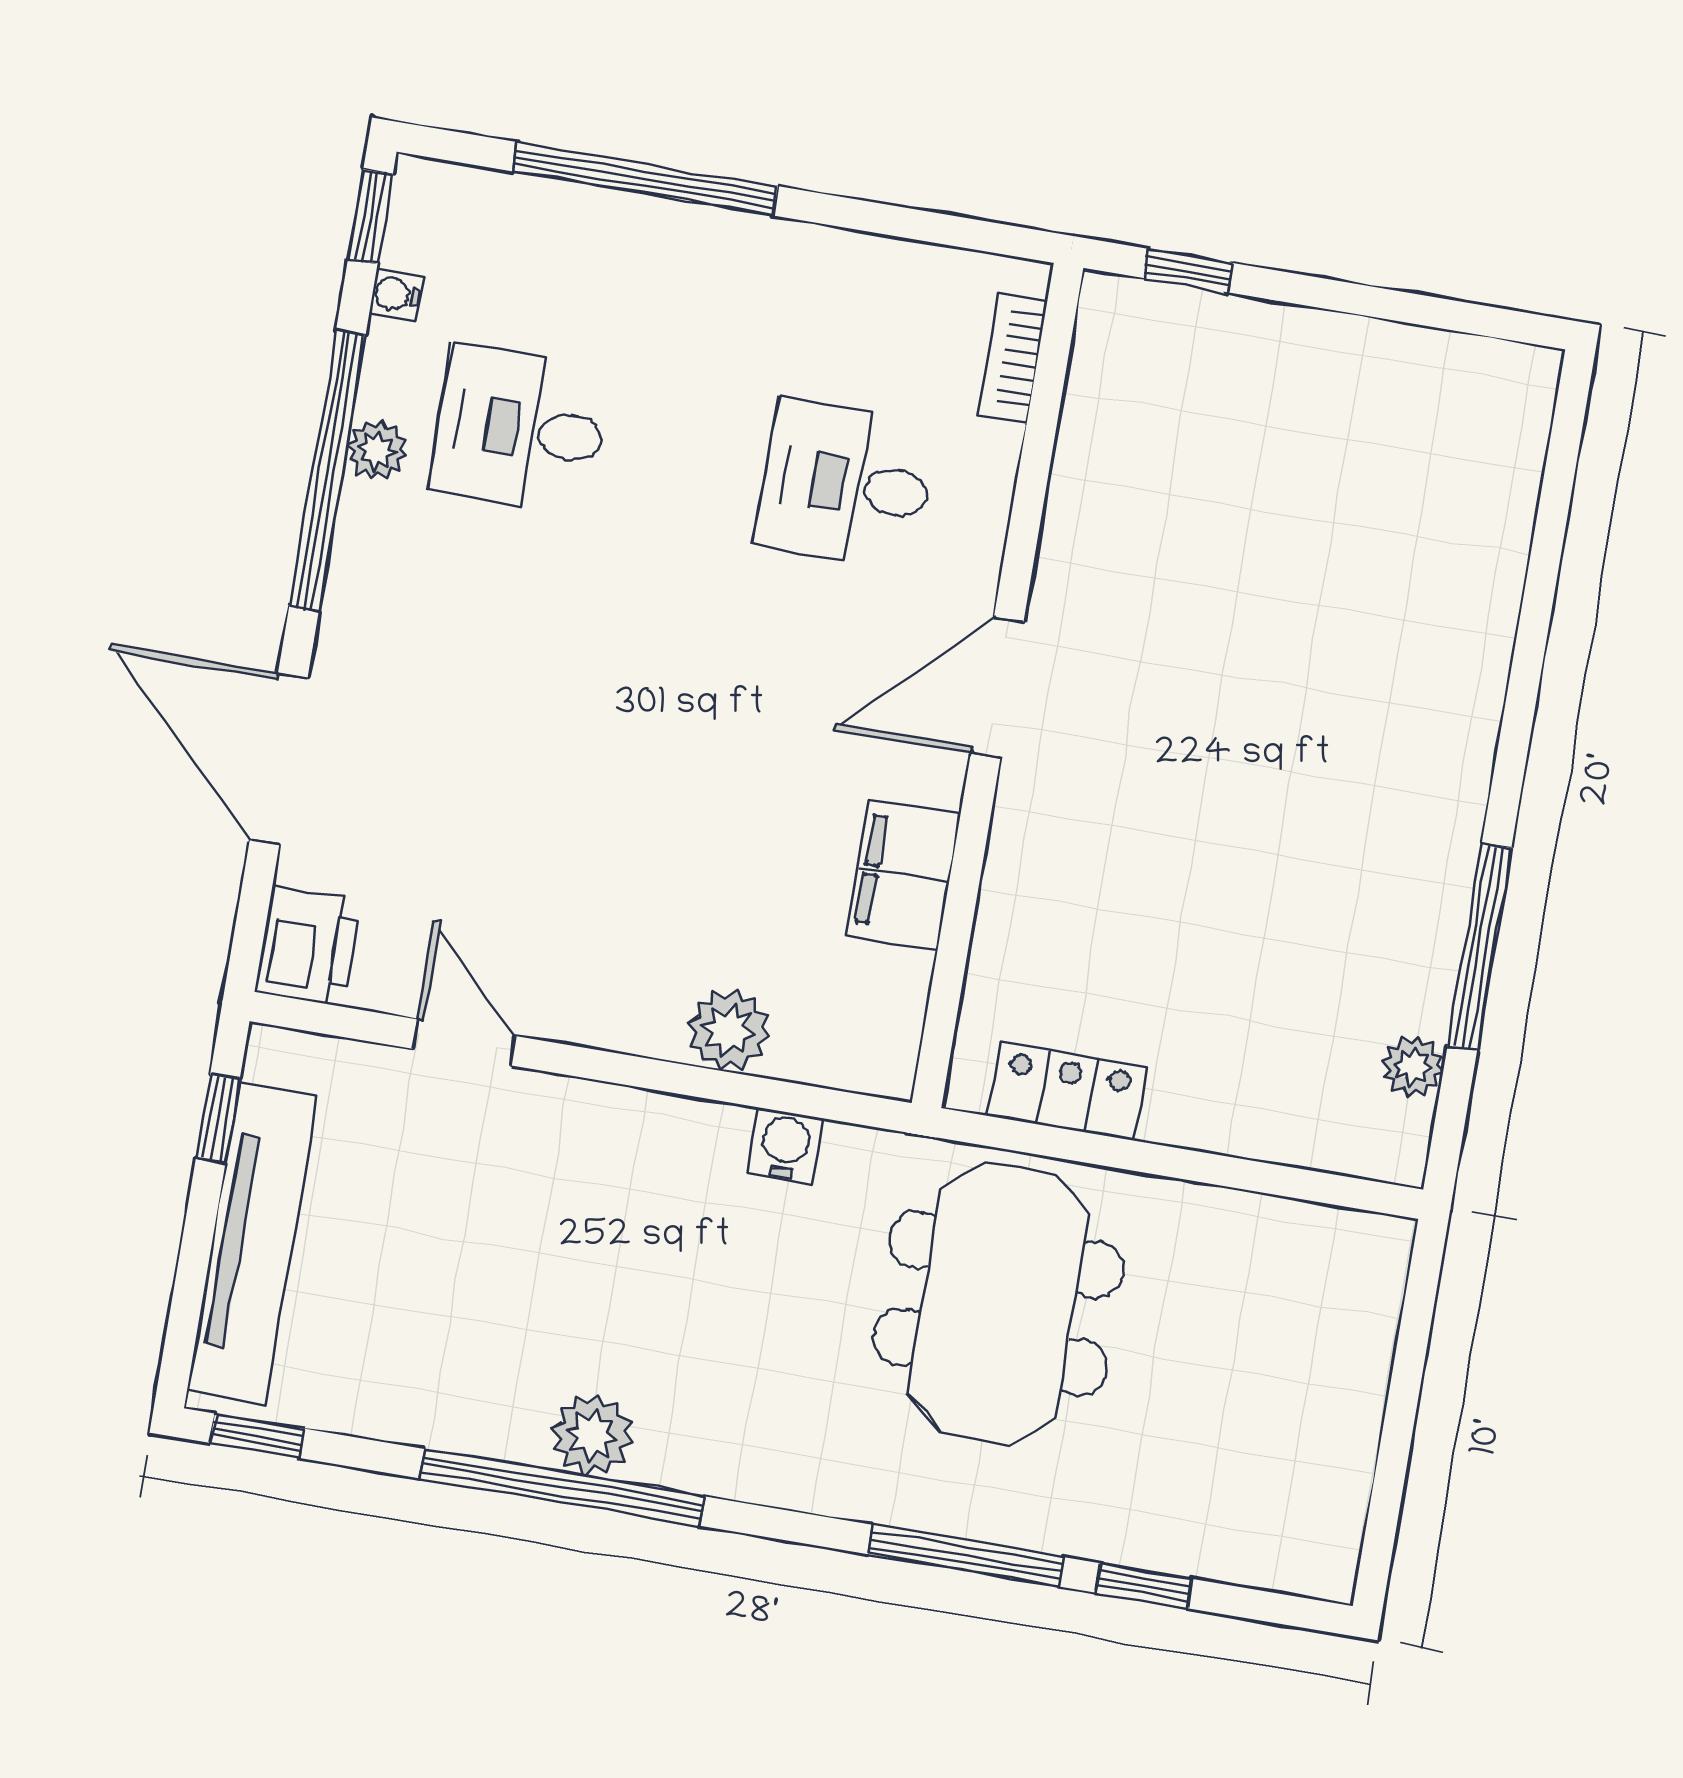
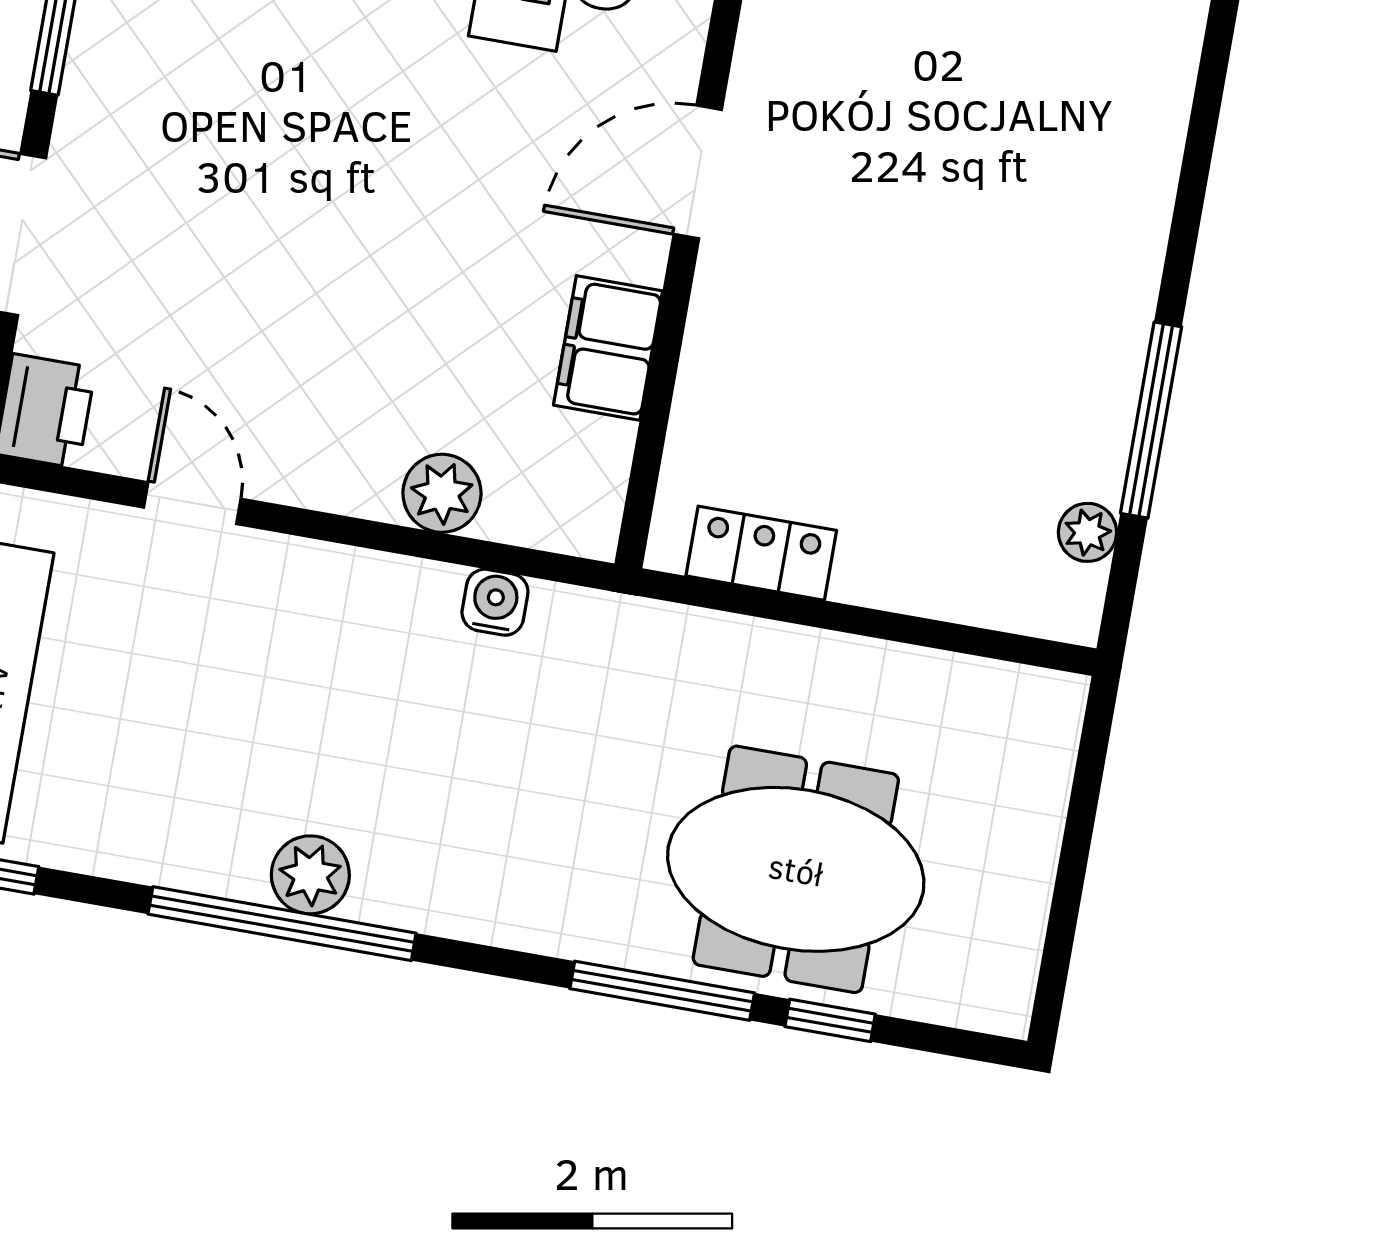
meeting table: (998, 1303) -> (796, 869), moved, turned 90

